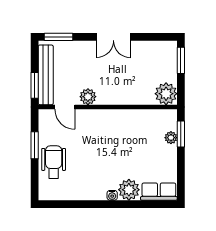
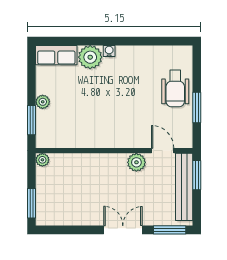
double door: (113, 37) -> (123, 230), moved
plant: (166, 94) -> (42, 160), width x0.53, depth x0.53
plant: (171, 138) -> (43, 102), moved

